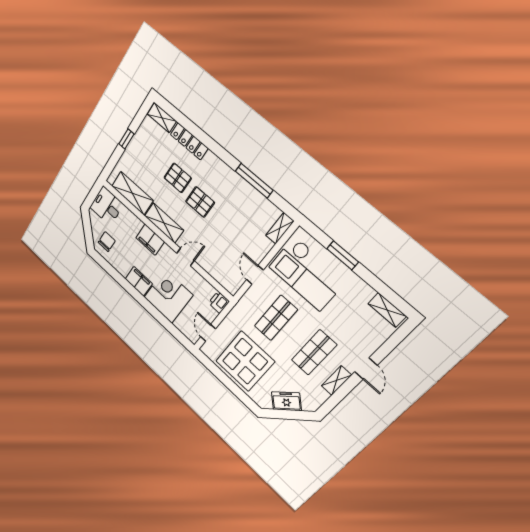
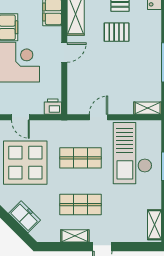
pallet: (200, 202) -> (117, 32), turned 90
door: (185, 257) -> (64, 53), hinge flipped
door: (208, 333) -> (20, 117), swing flipped

